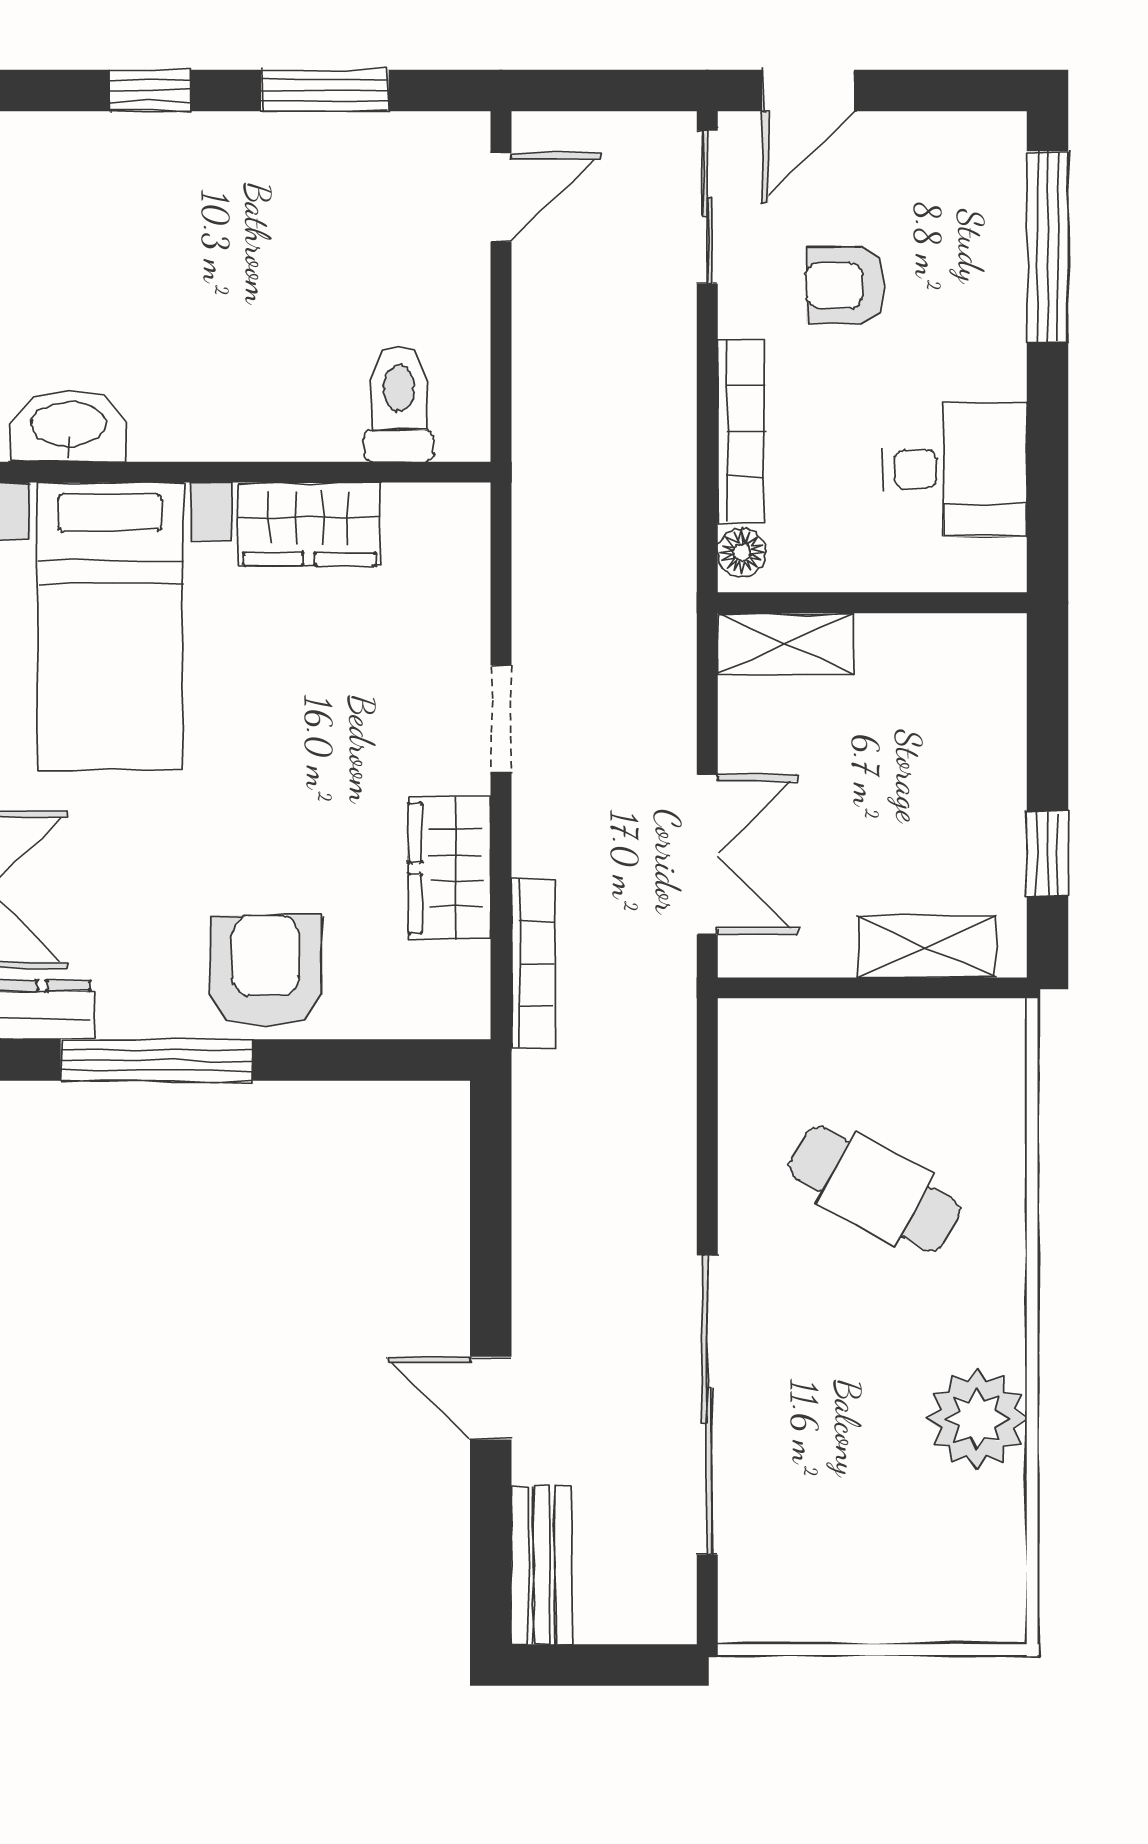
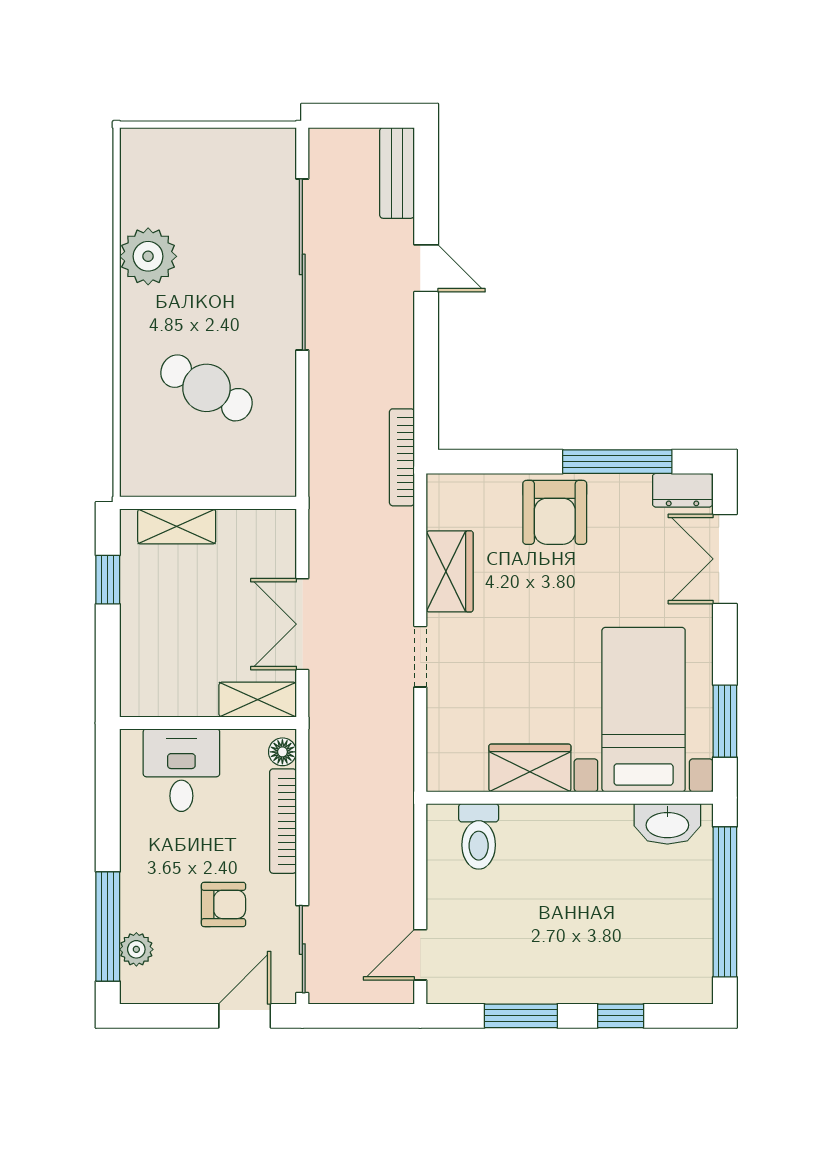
plant: (998, 207) -> (136, 949), added
desk: (955, 469) -> (181, 770), moved, turned 90
double door: (707, 855) -> (302, 624), moved
bookcase: (533, 964) -> (402, 457), moved

